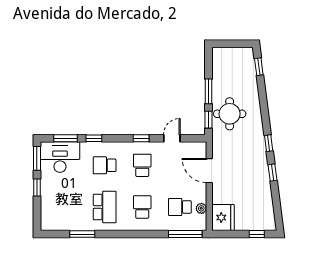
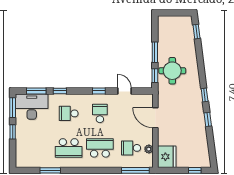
door: (172, 138) -> (124, 91), hinge flipped
school desk: (105, 207) -> (69, 148), turned 90
school desk: (142, 207) -> (100, 148), width x1.85

